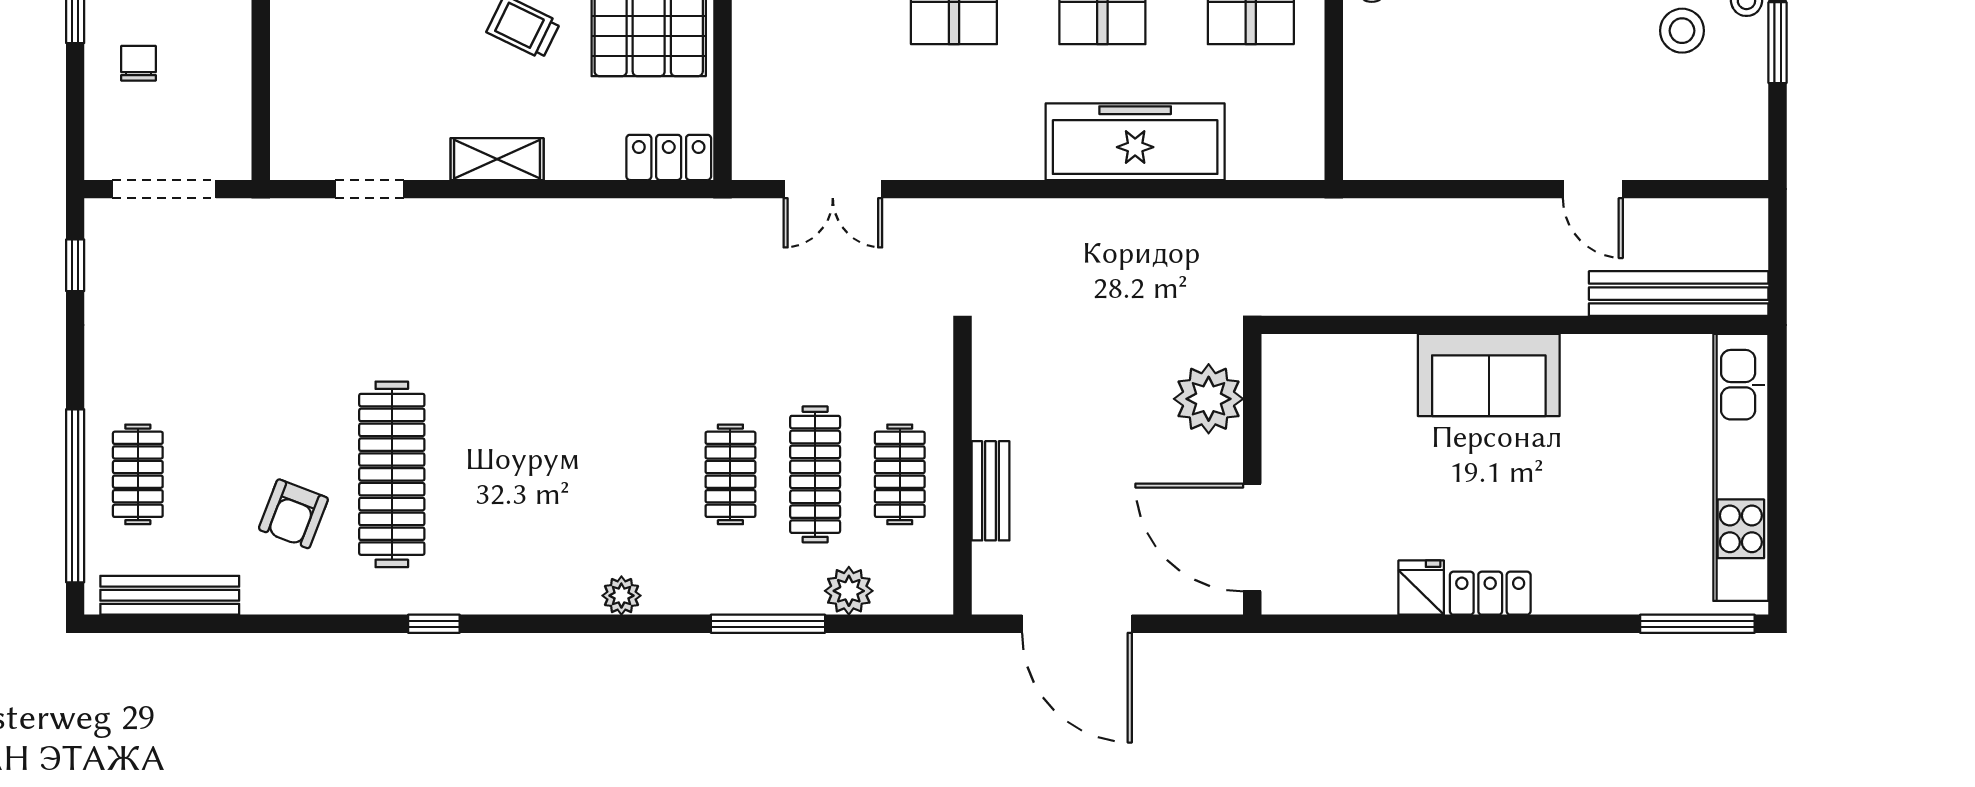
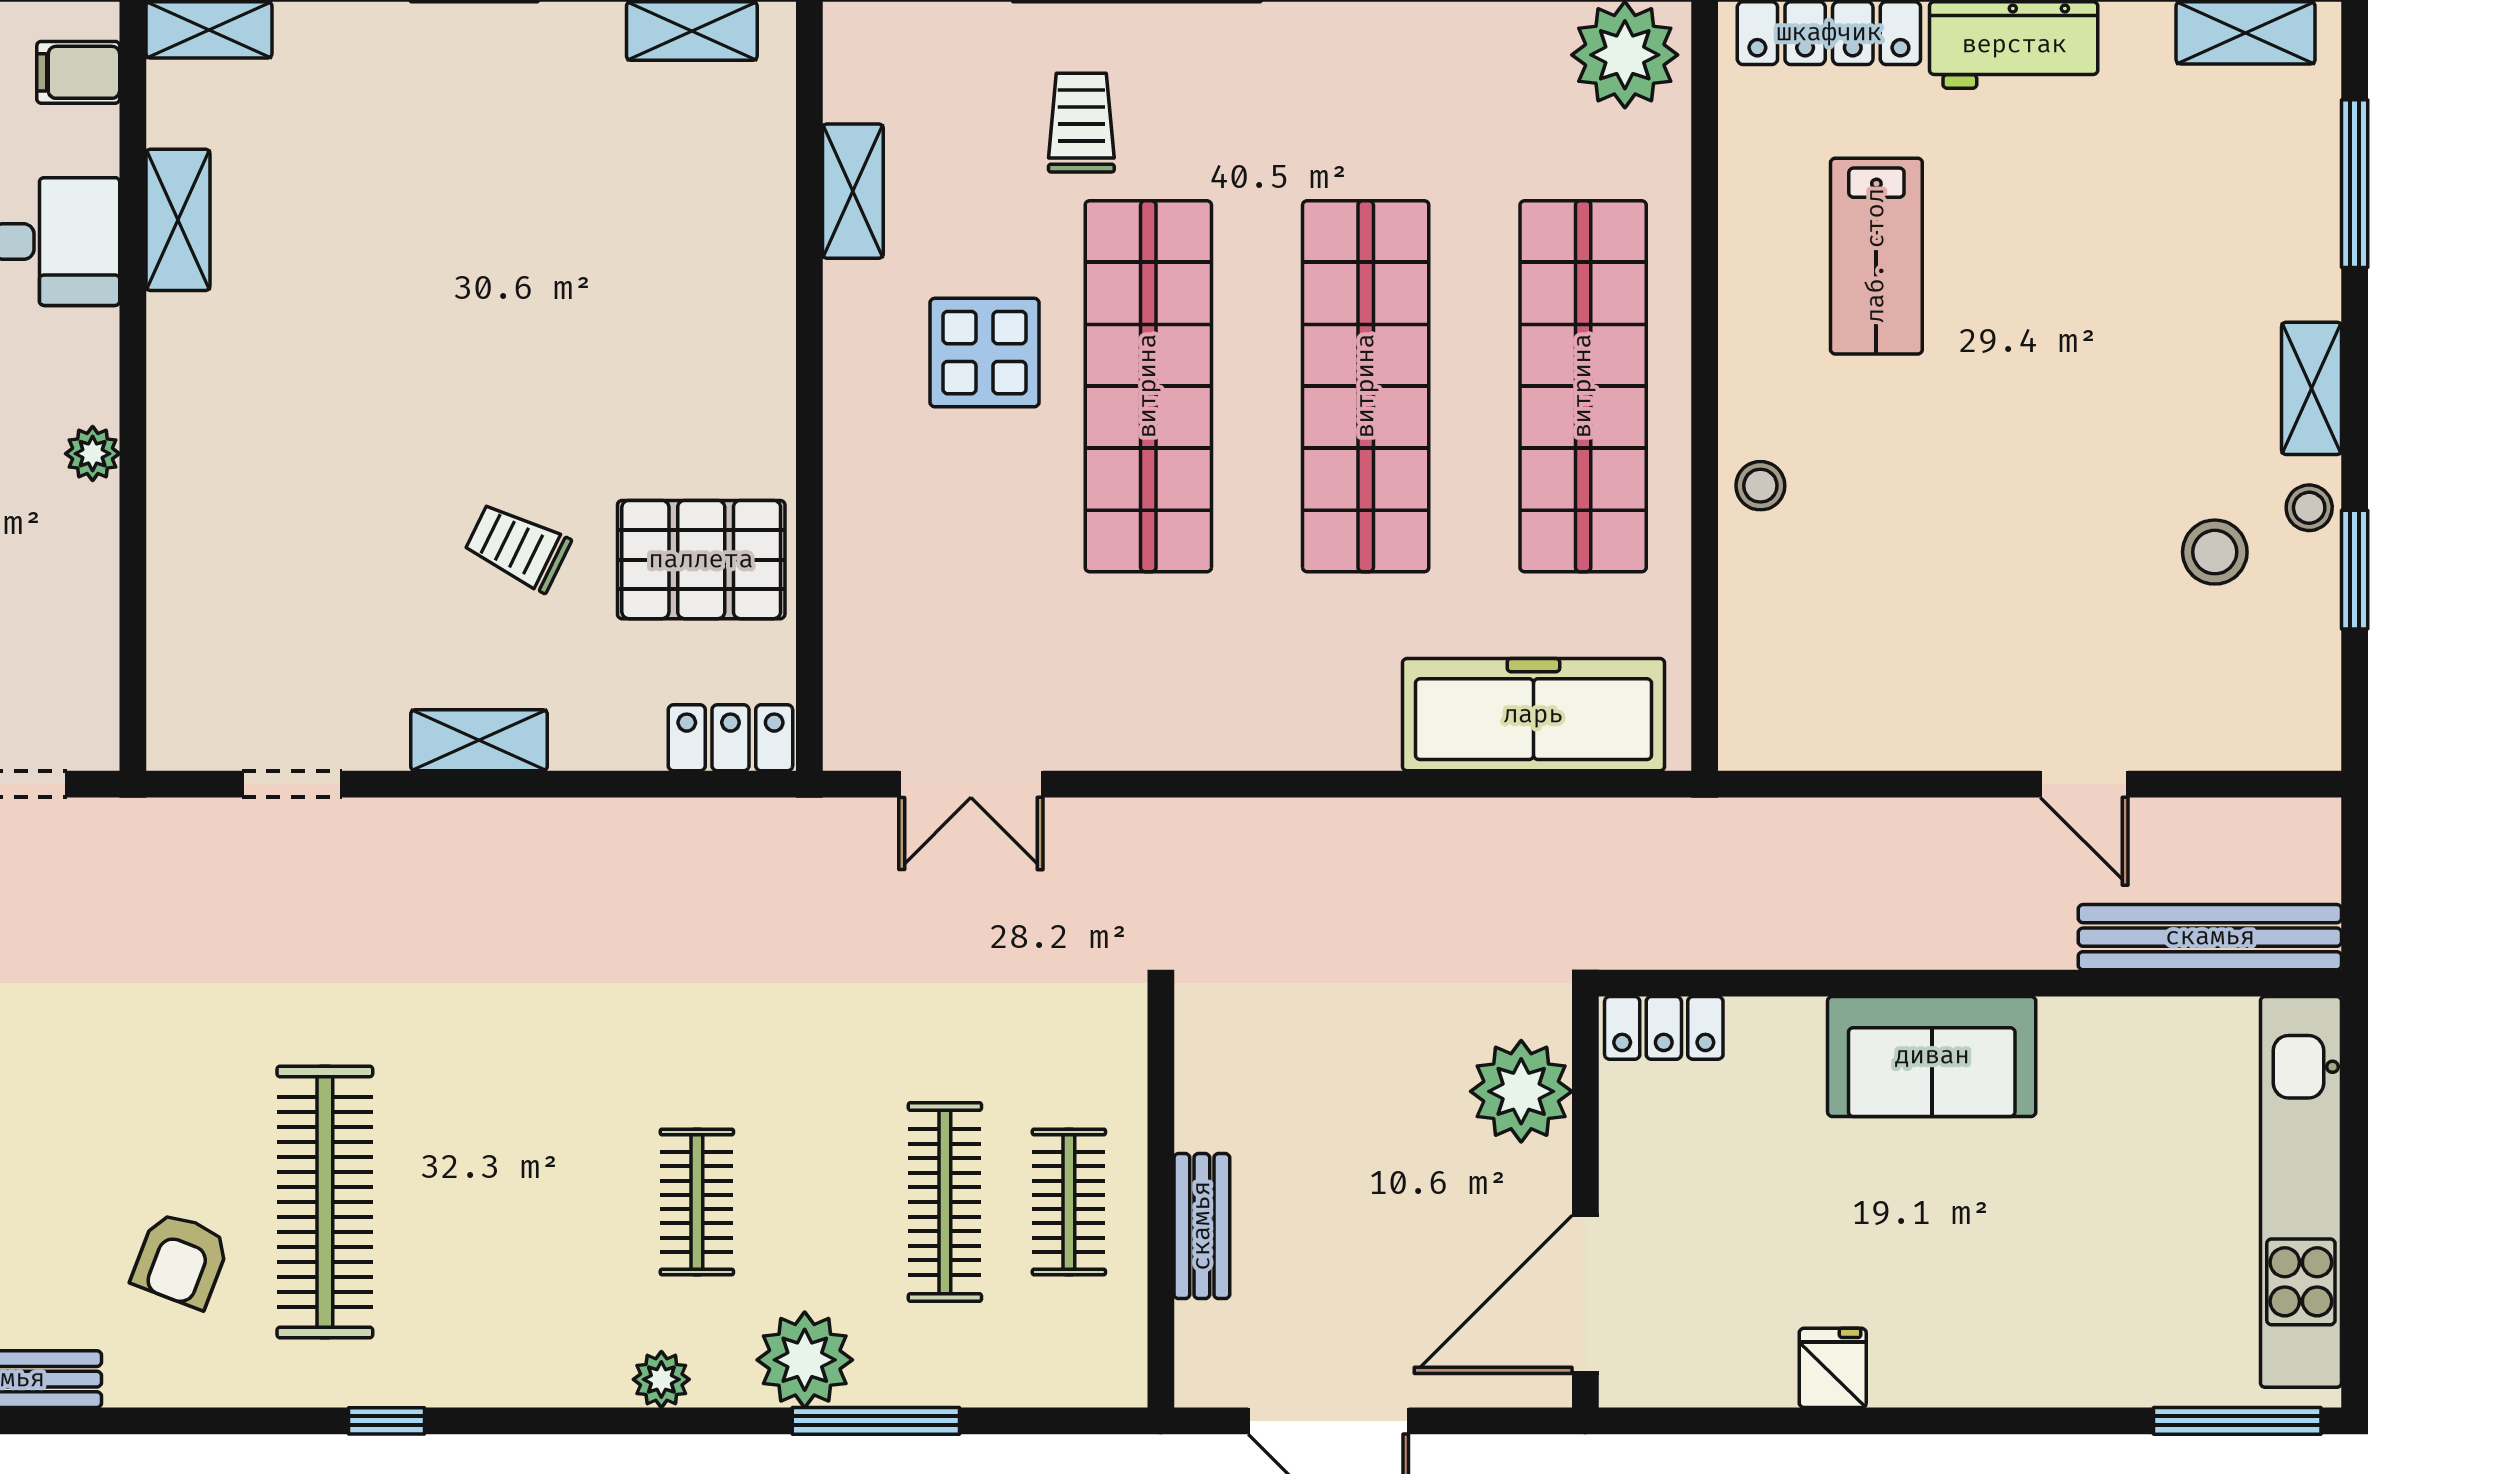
freezer: (1135, 142) -> (1533, 715), moved
clothes rail: (730, 474) -> (697, 1202), moved
door: (1252, 537) -> (1585, 1294), hinge flipped
plant: (849, 591) -> (805, 1360), moved, width x1.36, depth x1.36
locker: (1490, 593) -> (1664, 1028), moved, turned 180

